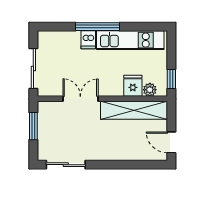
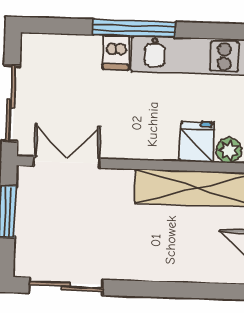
double door: (80, 99) -> (67, 162), moved

